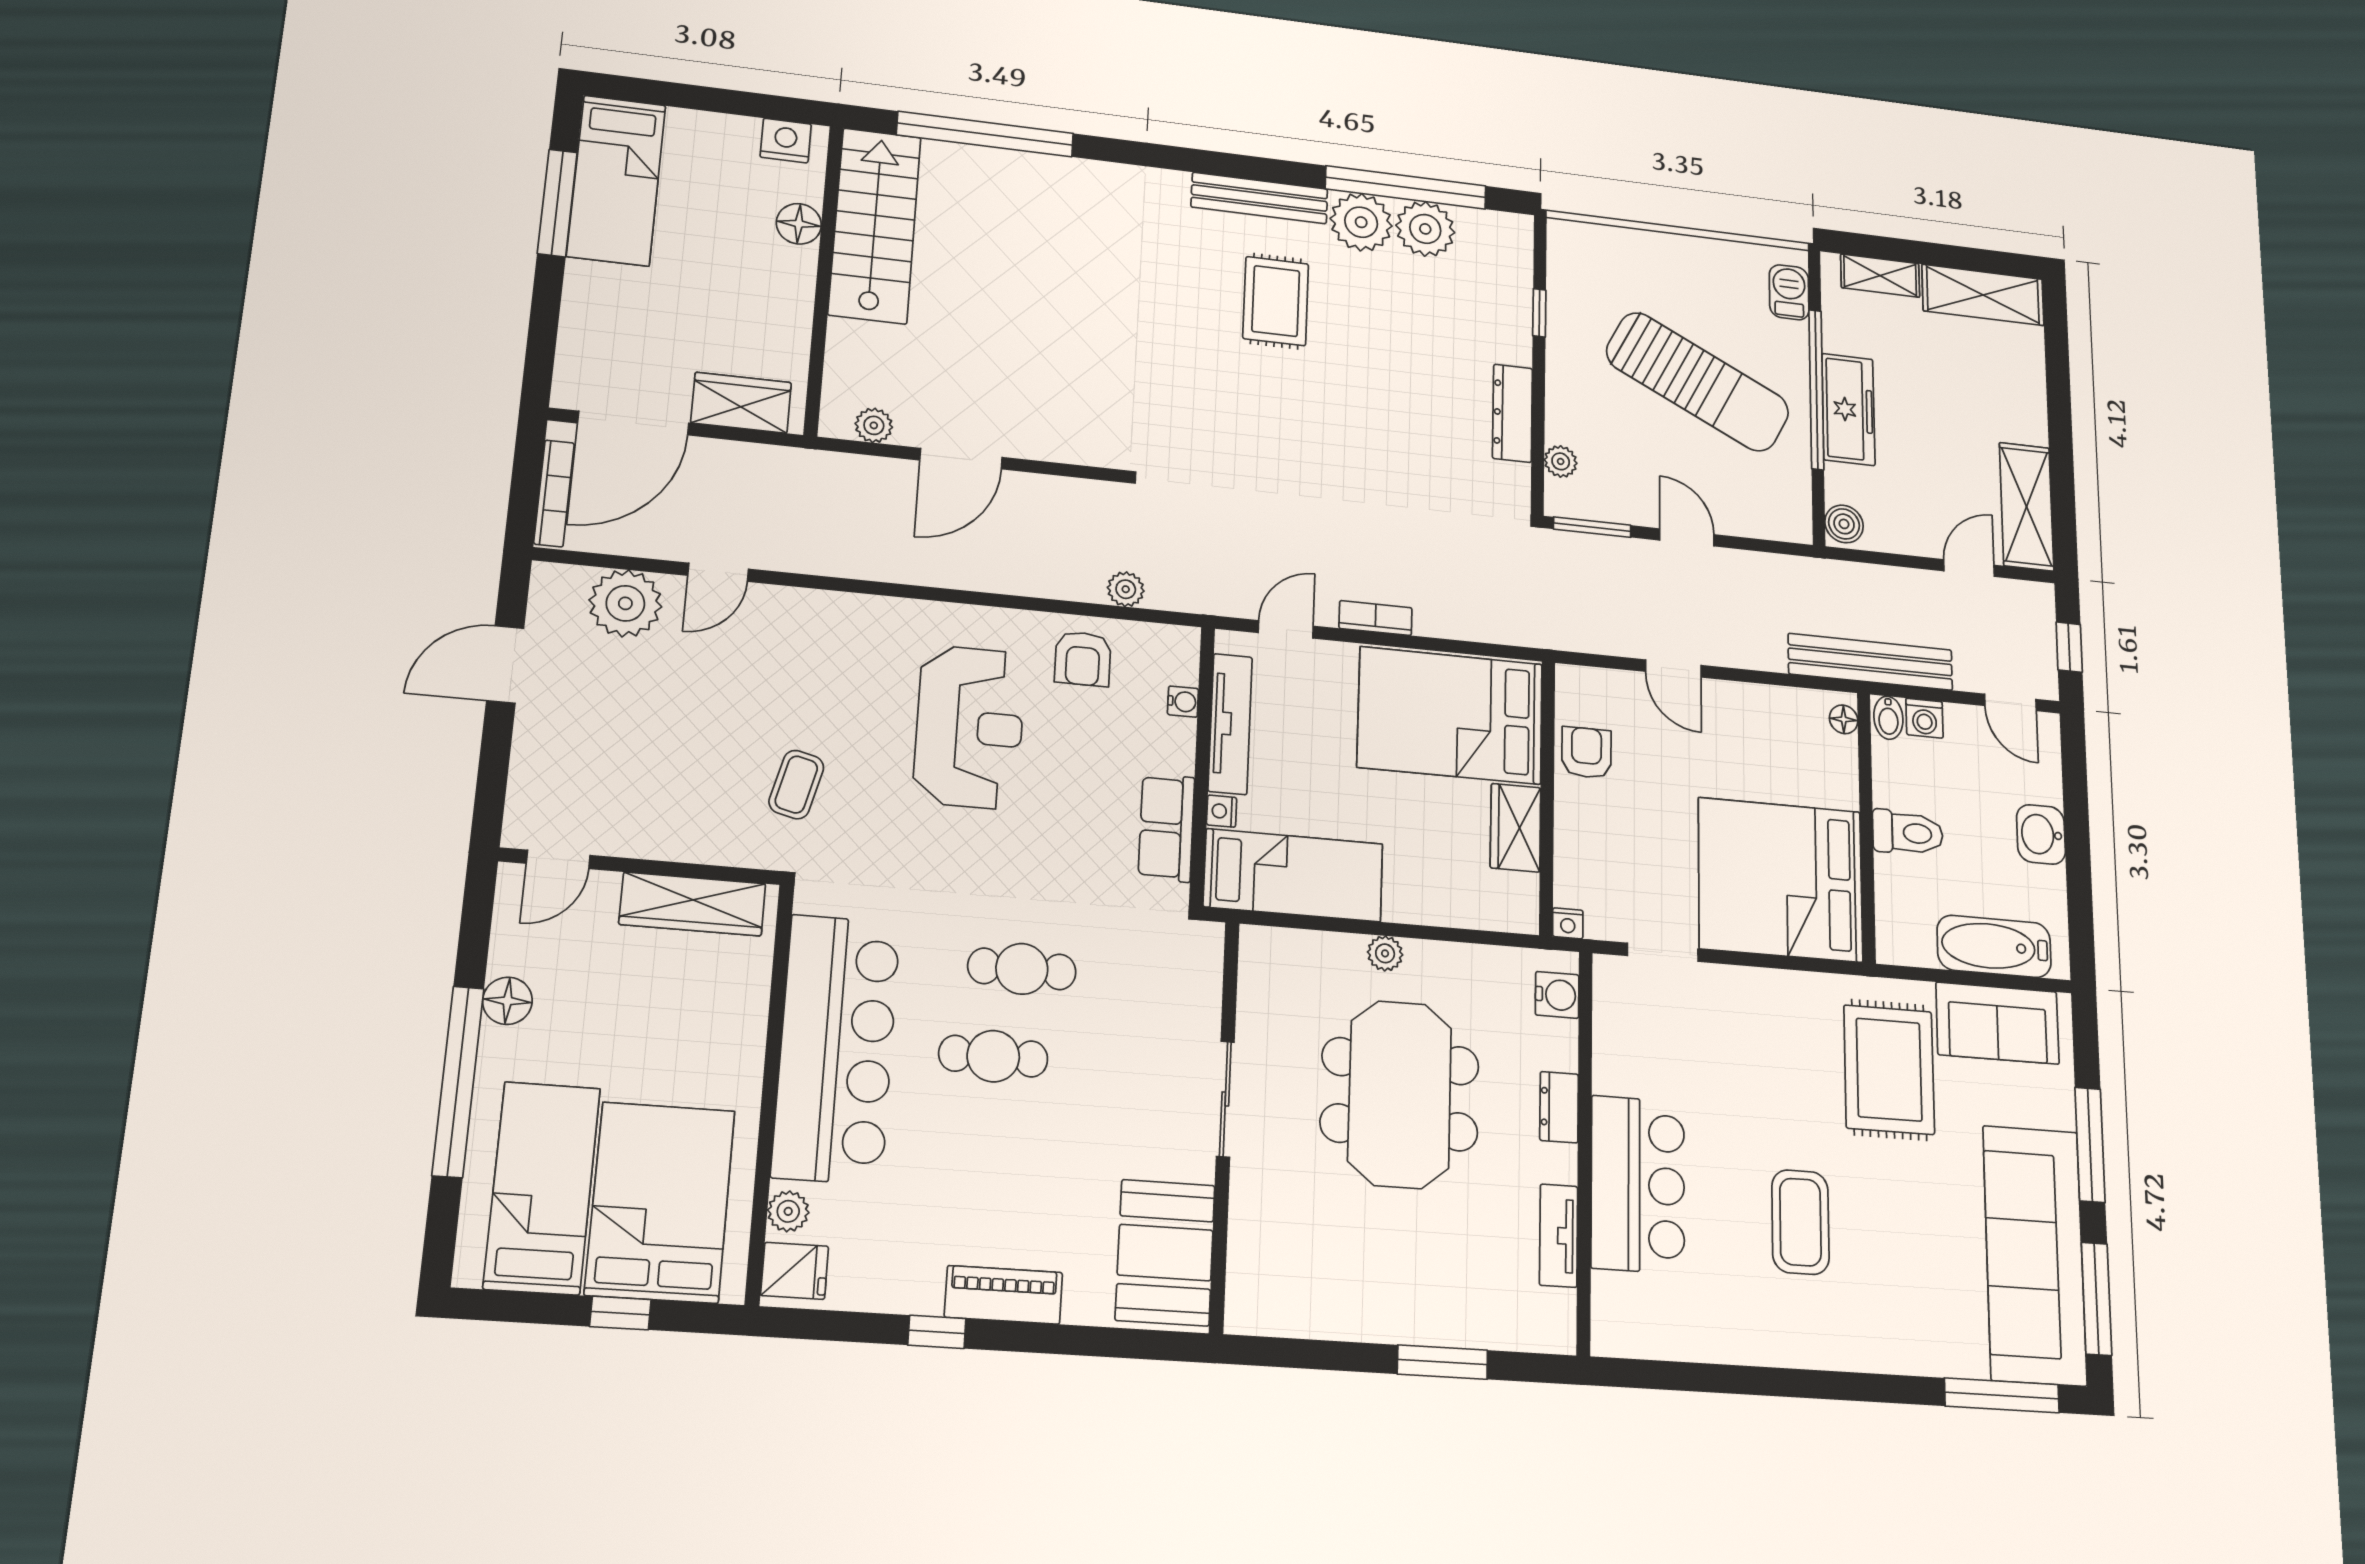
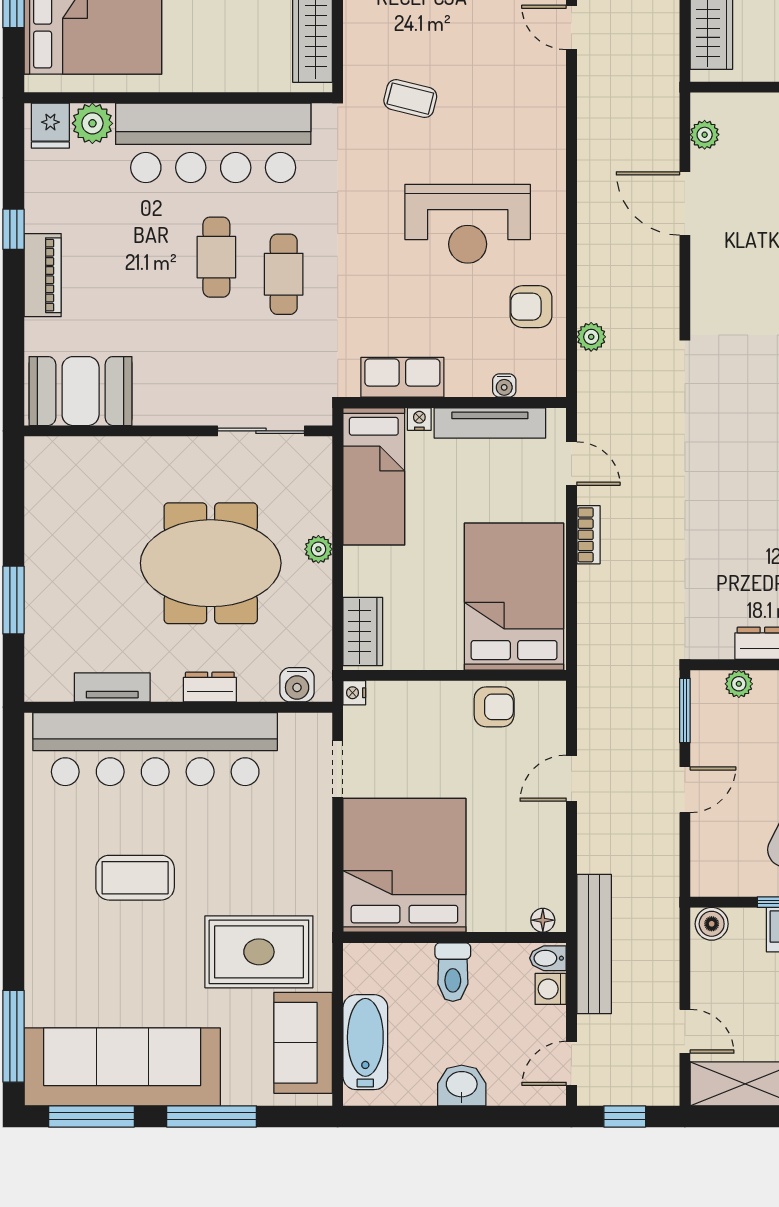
wardrobe: (1516, 828) -> (363, 631), moved, turned 90
sliding door: (1225, 1099) -> (261, 431), moved
bar counter: (1638, 1184) -> (155, 749), width x1.86
plant: (788, 1211) -> (92, 123), width x1.38, depth x1.38

